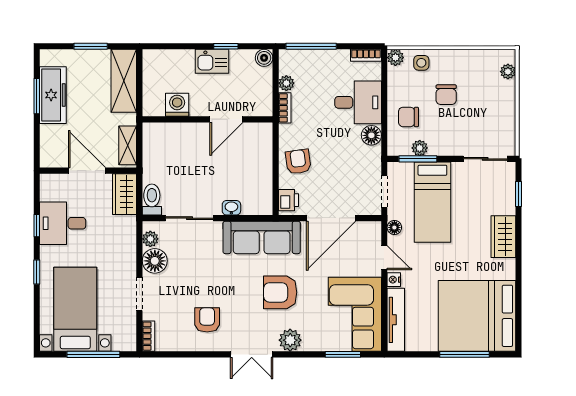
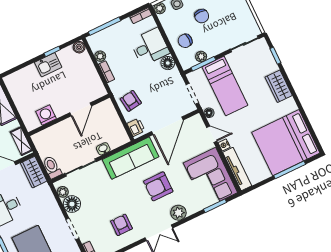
washing machine: (177, 105) -> (46, 115), moved
wall: (208, 119) -> (69, 115), moved
door: (226, 119) -> (81, 109), moved

